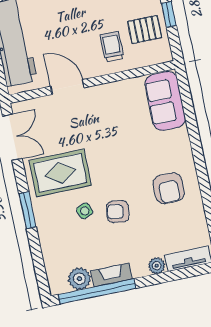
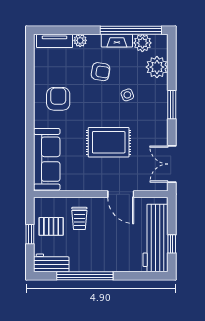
sofa: (165, 101) -> (47, 159), width x1.36
rug: (60, 173) -> (109, 142), moved
armchair: (118, 212) -> (101, 72), moved
plant: (55, 253) -> (157, 67), added

